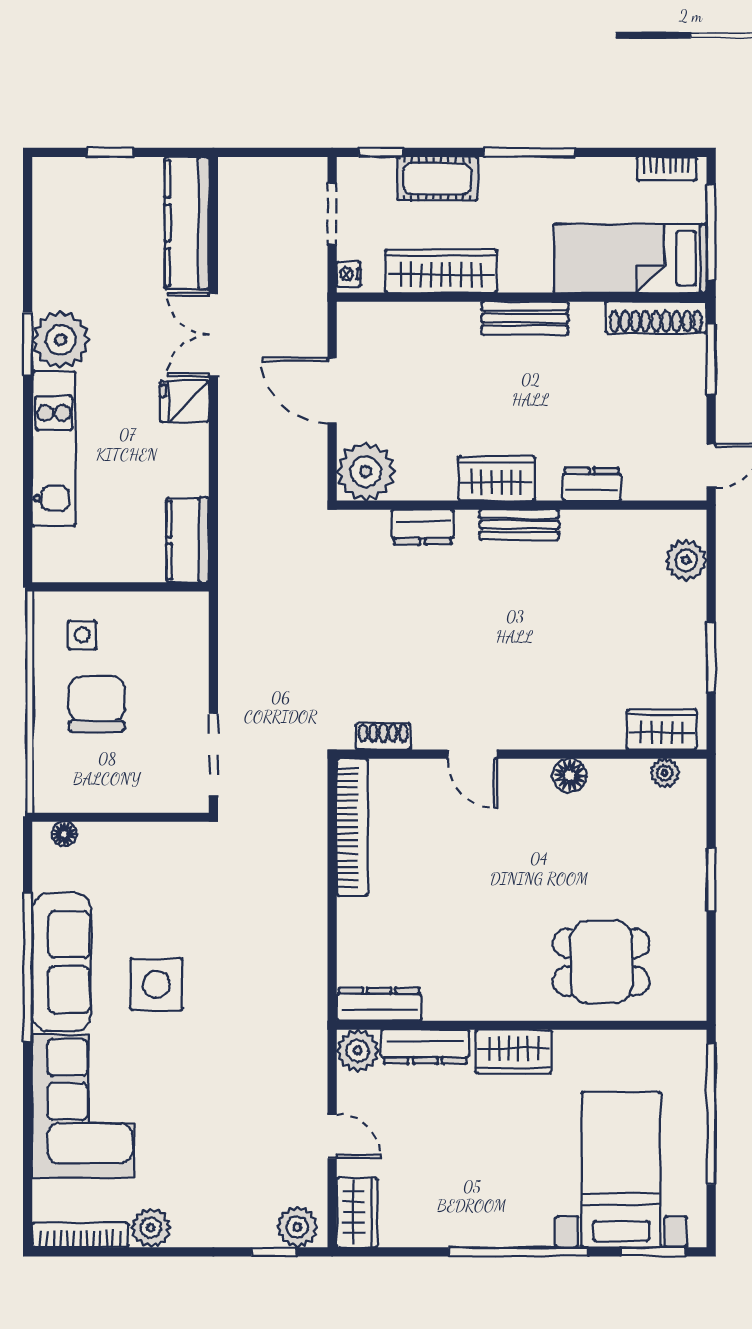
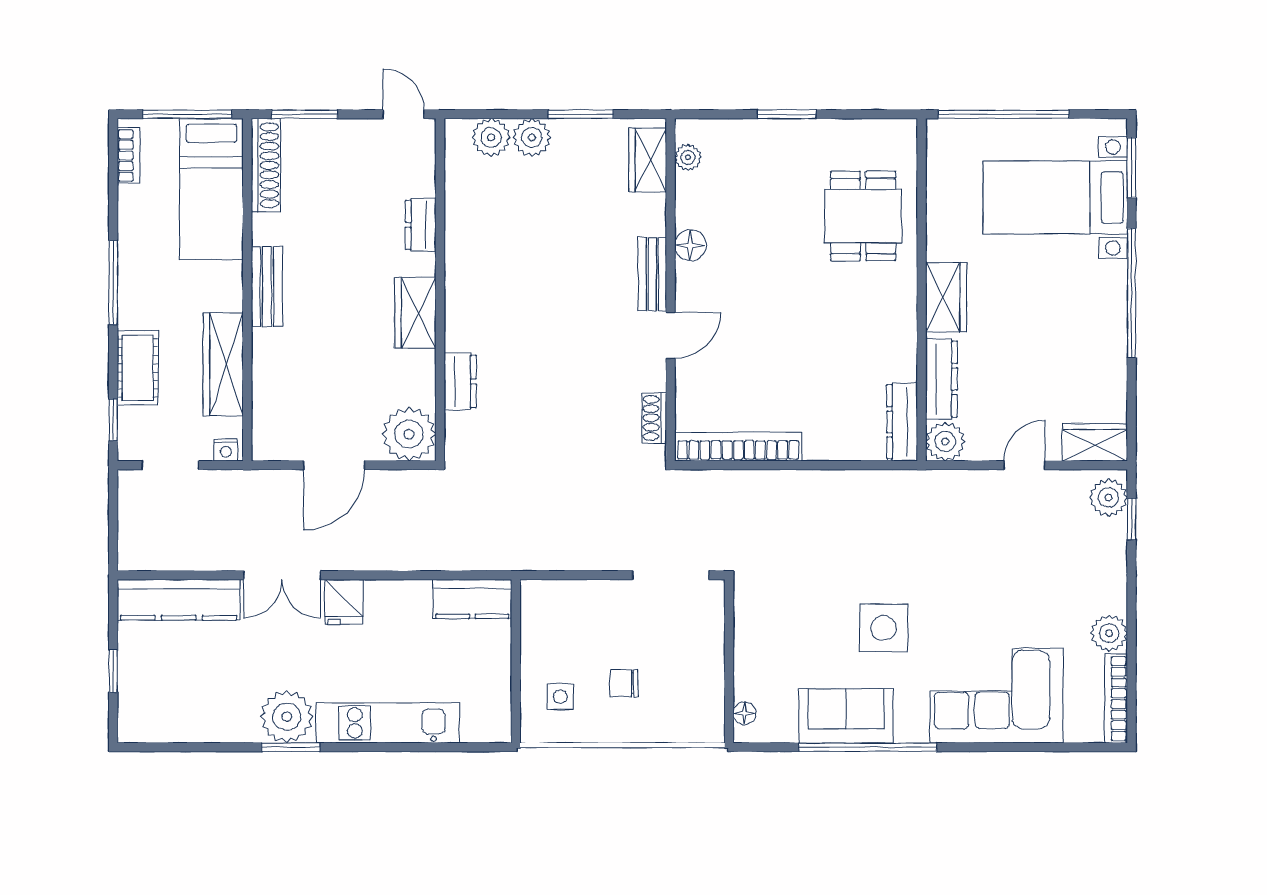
bench: (519, 525) -> (652, 274), moved
plant: (686, 604) -> (532, 137), added
chair: (97, 704) -> (624, 683), width x0.54, depth x0.54
sofa: (61, 962) -> (846, 716), width x0.73

